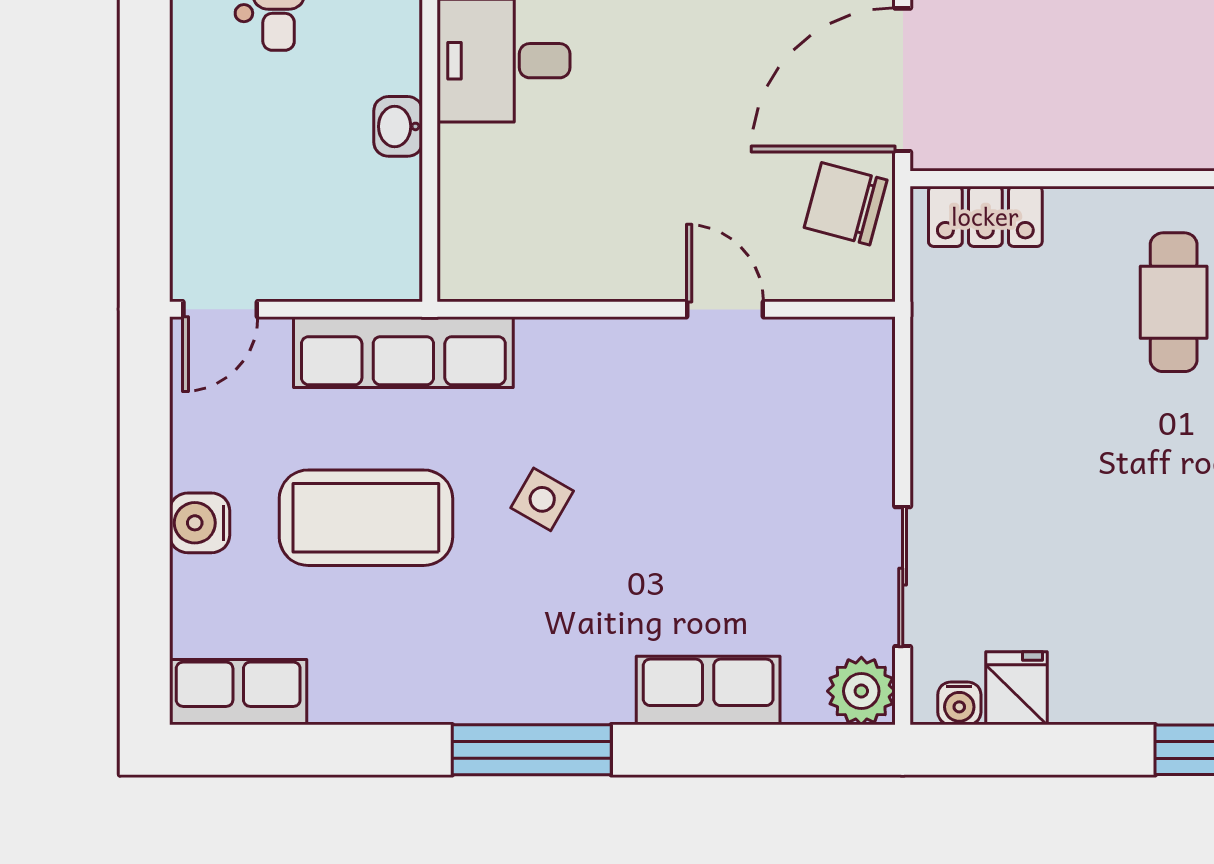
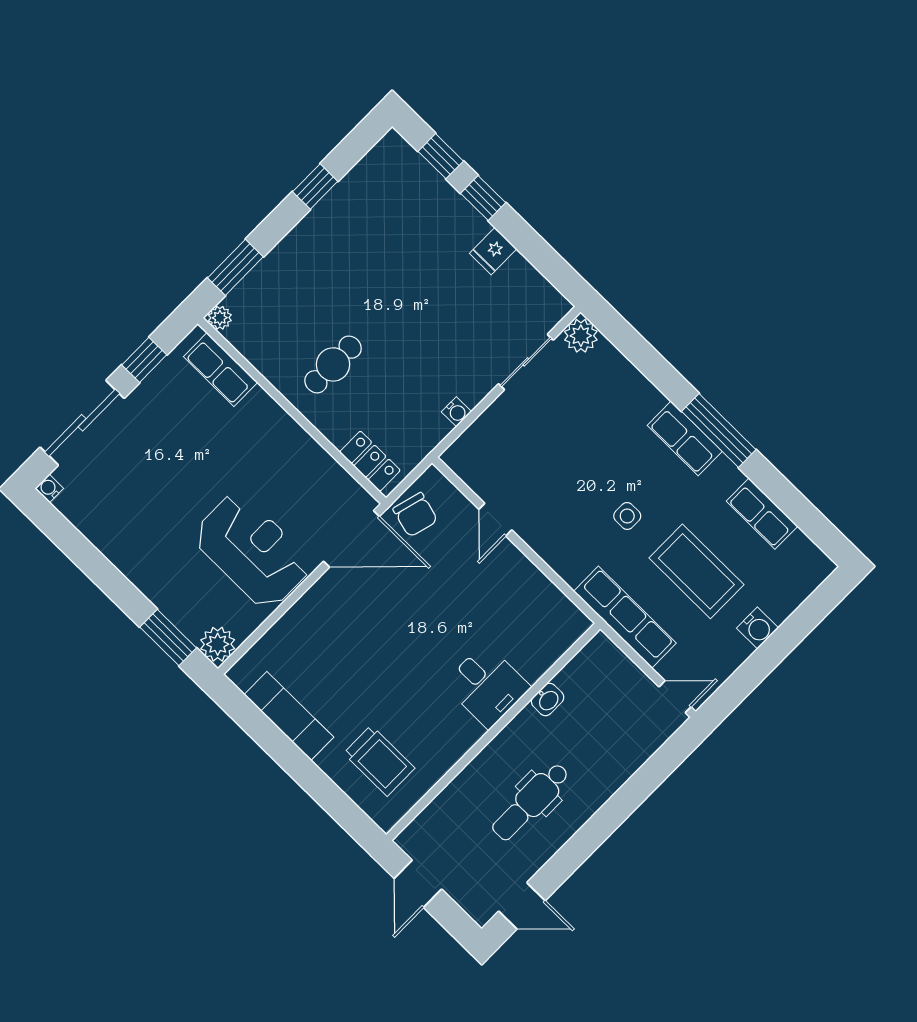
side table: (542, 499) -> (627, 516), turned -30
fridge: (1016, 688) -> (493, 251), moved
row of seats: (708, 691) -> (685, 438), moved
row of seats: (238, 692) -> (762, 514), moved
water cooler: (959, 703) -> (456, 412), moved, turned 90

